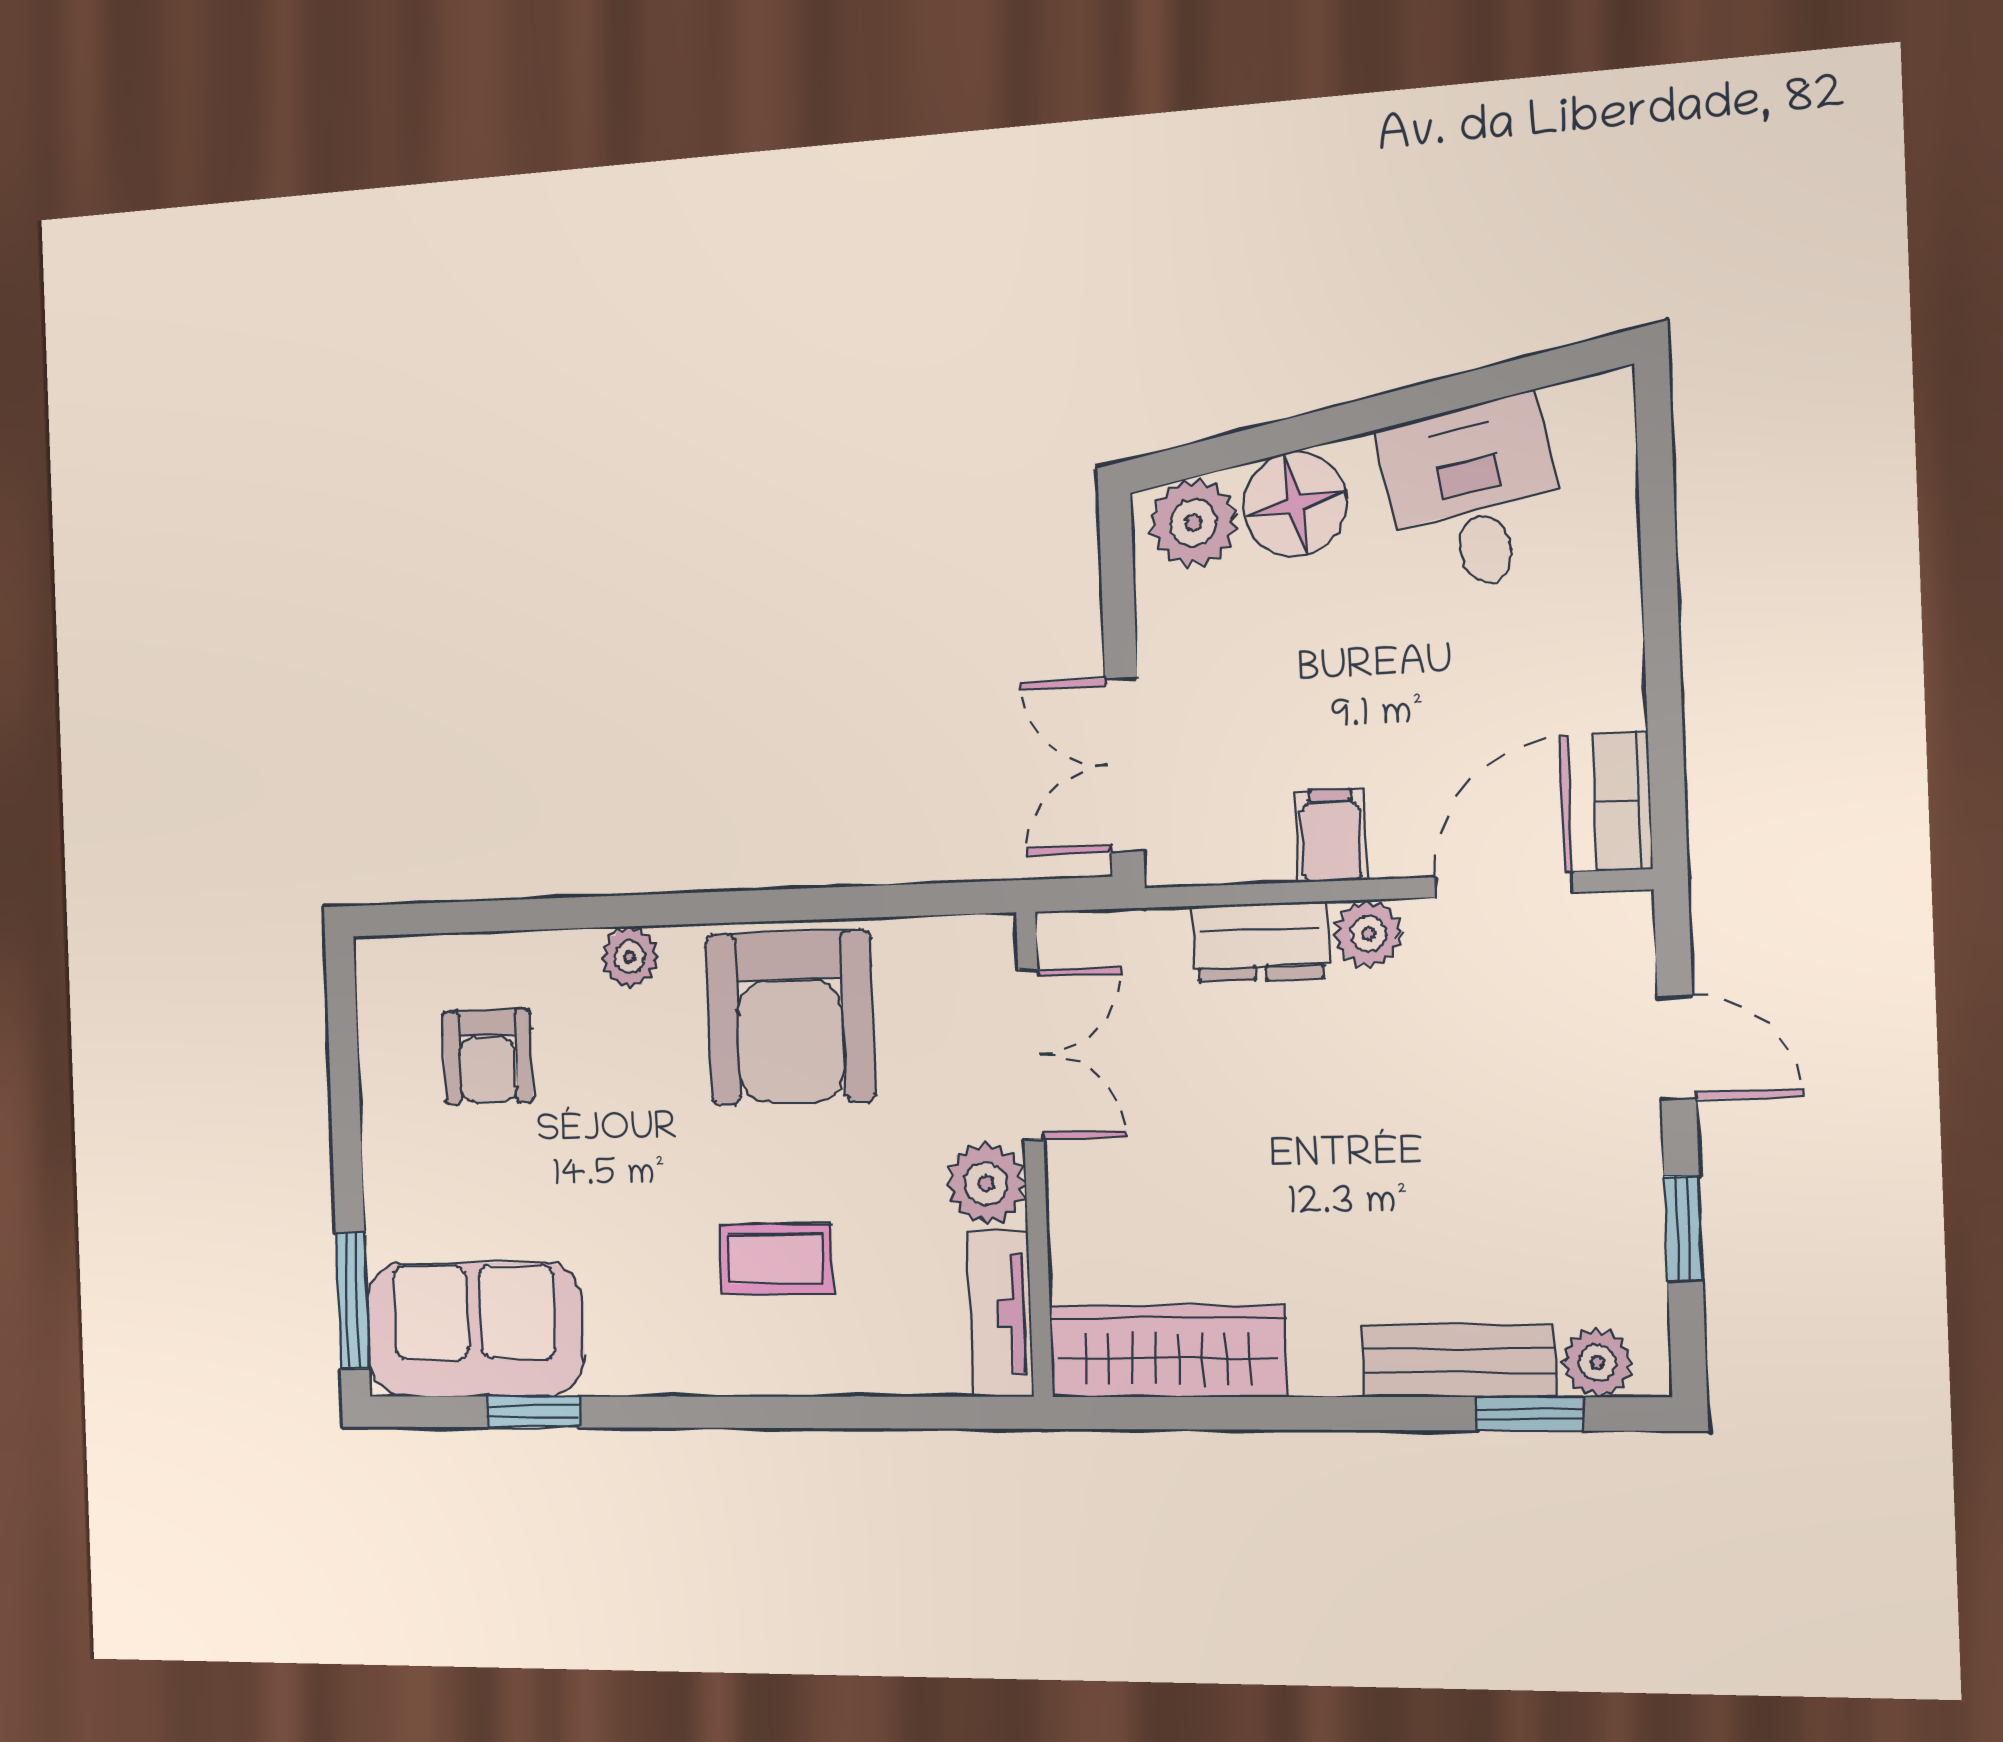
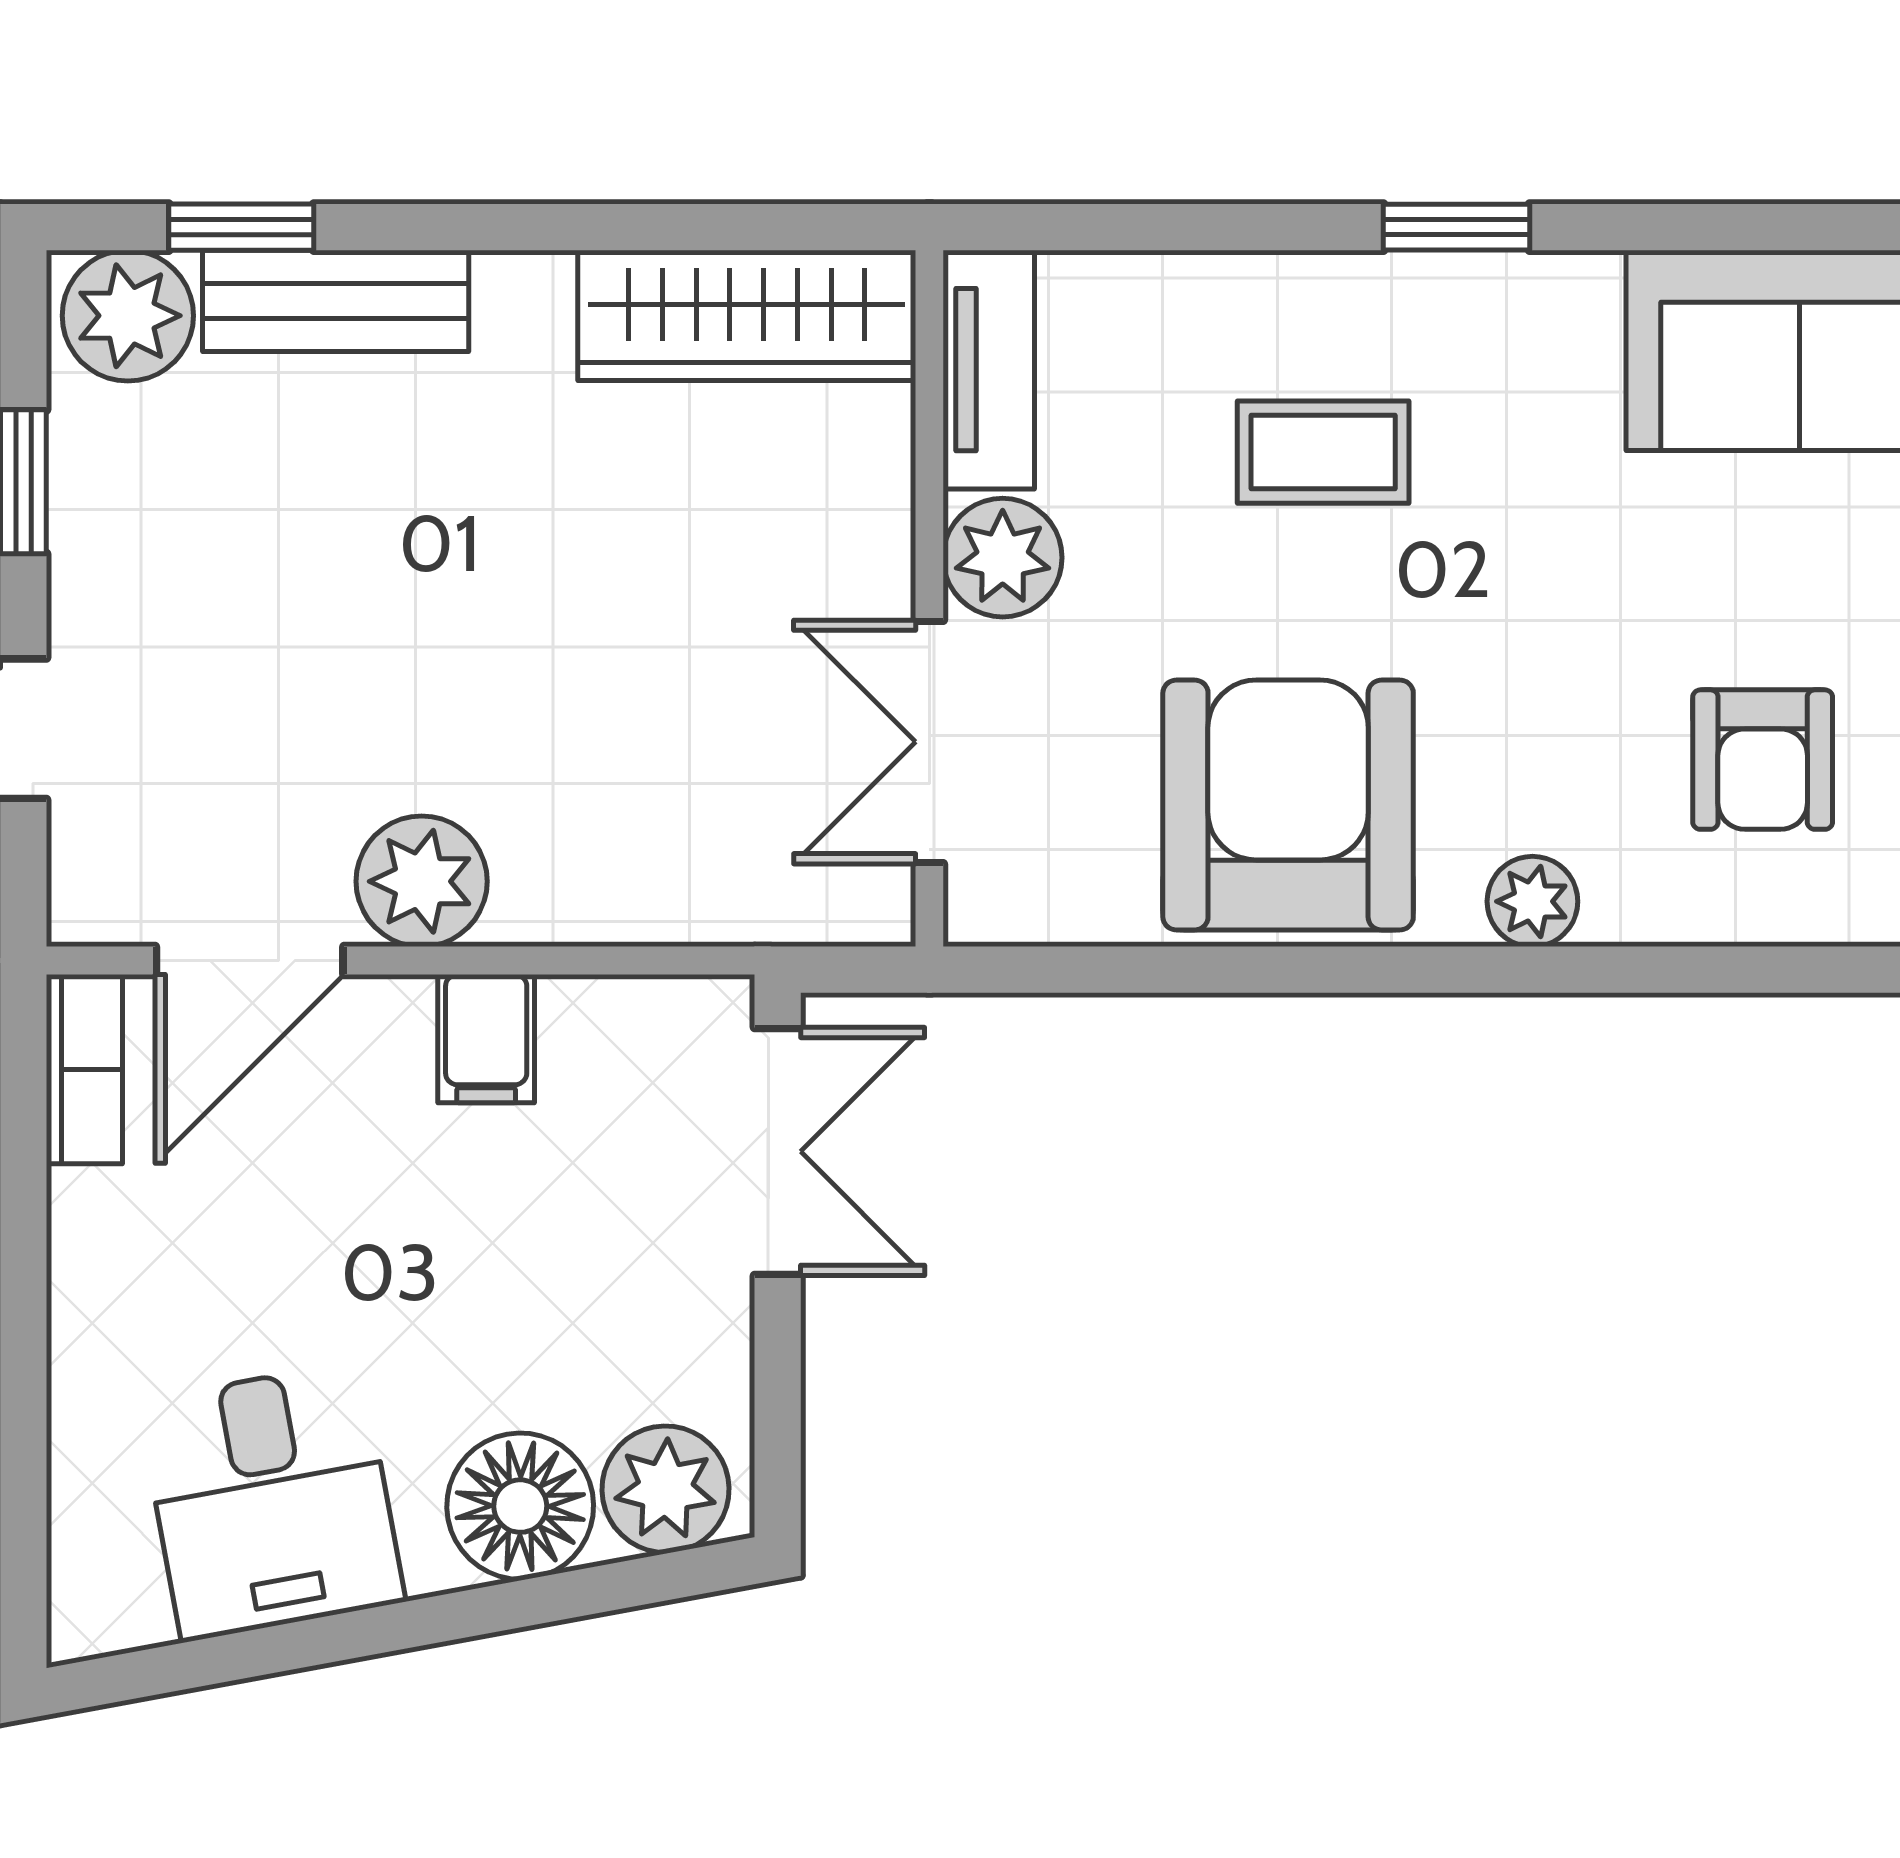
plant: (1368, 934) -> (422, 881), width x1.38, depth x1.38
dresser: (1260, 942) -> (592, 893), removed
armchair: (488, 1057) -> (1763, 760), turned 180
plant: (1597, 1363) -> (128, 316), width x1.38, depth x1.38
window: (534, 1412) -> (1457, 227), moved

